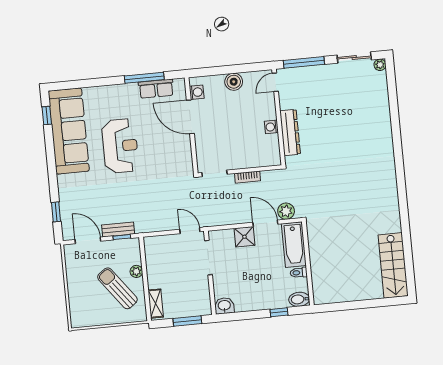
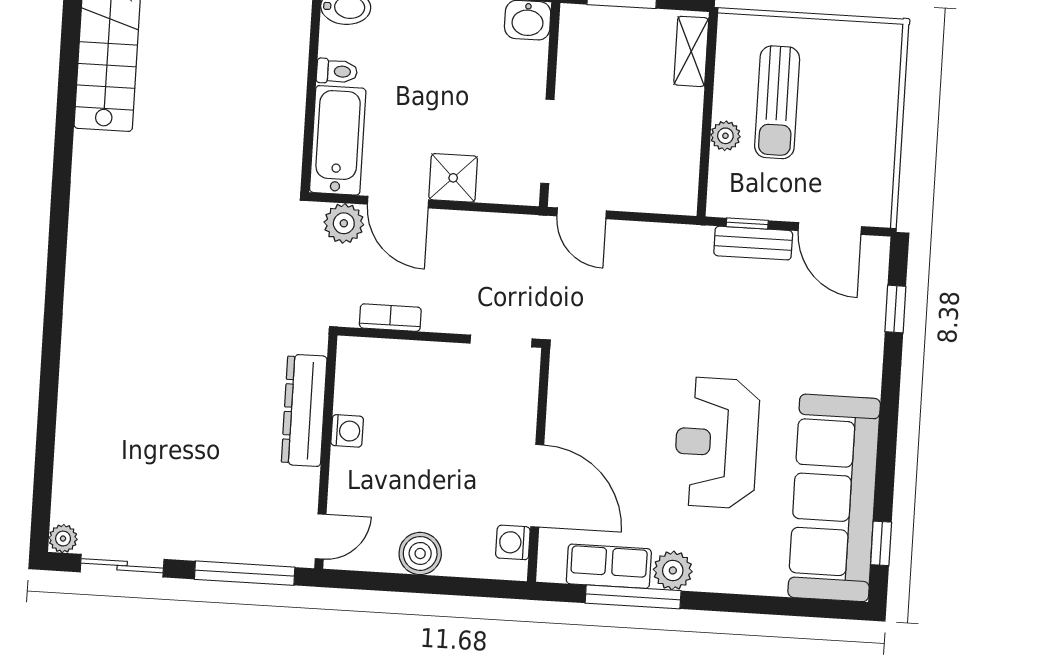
plant: (130, 91) -> (673, 570), added
bookcase: (248, 177) -> (390, 318), moved
sun lounger: (117, 288) -> (777, 102), turned 37

